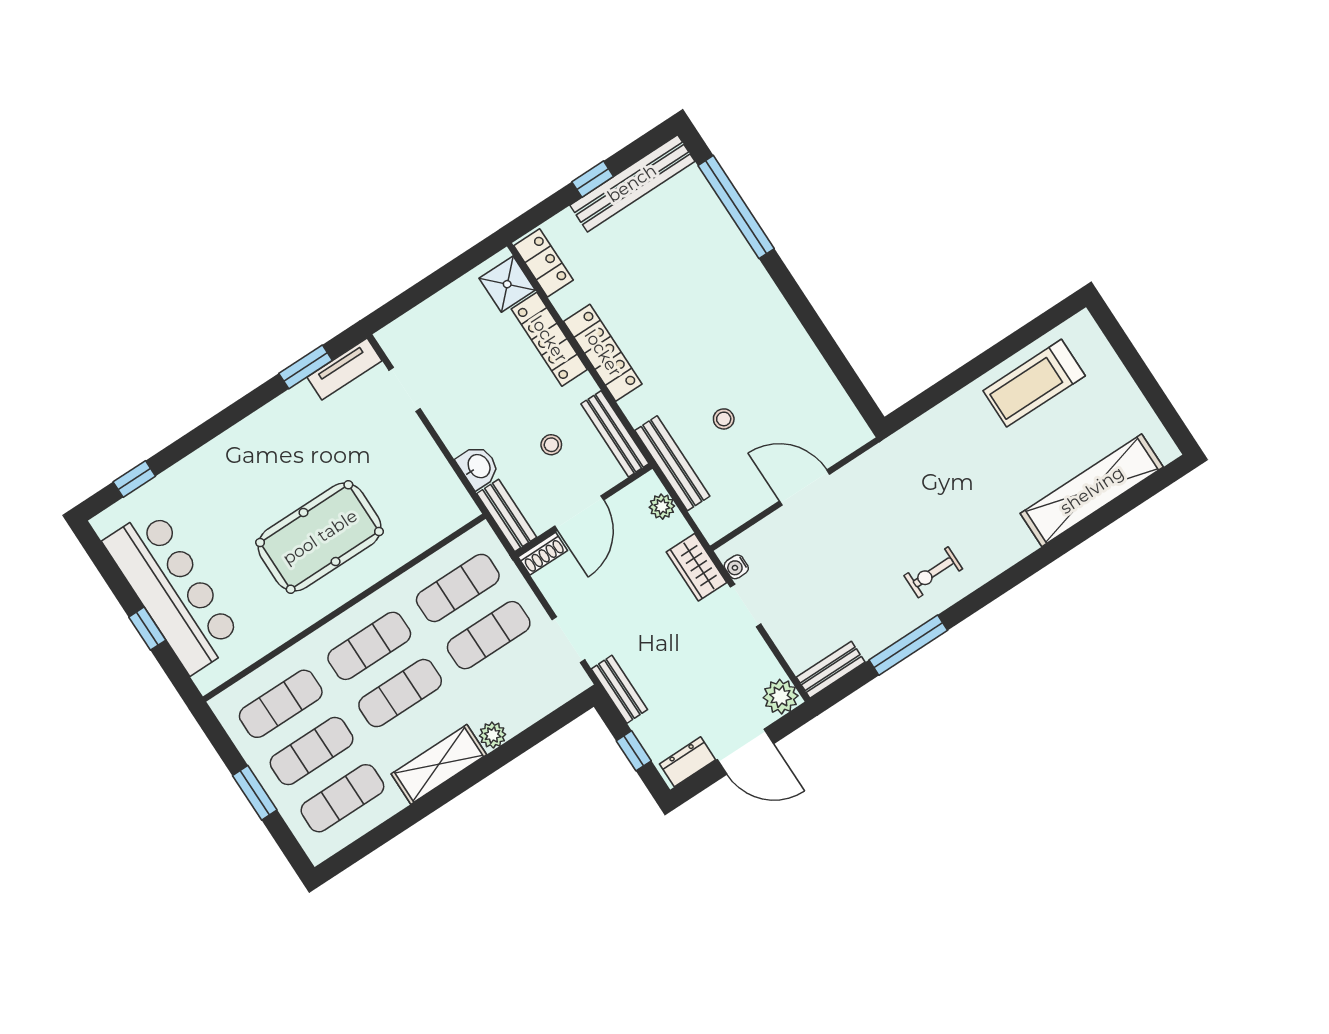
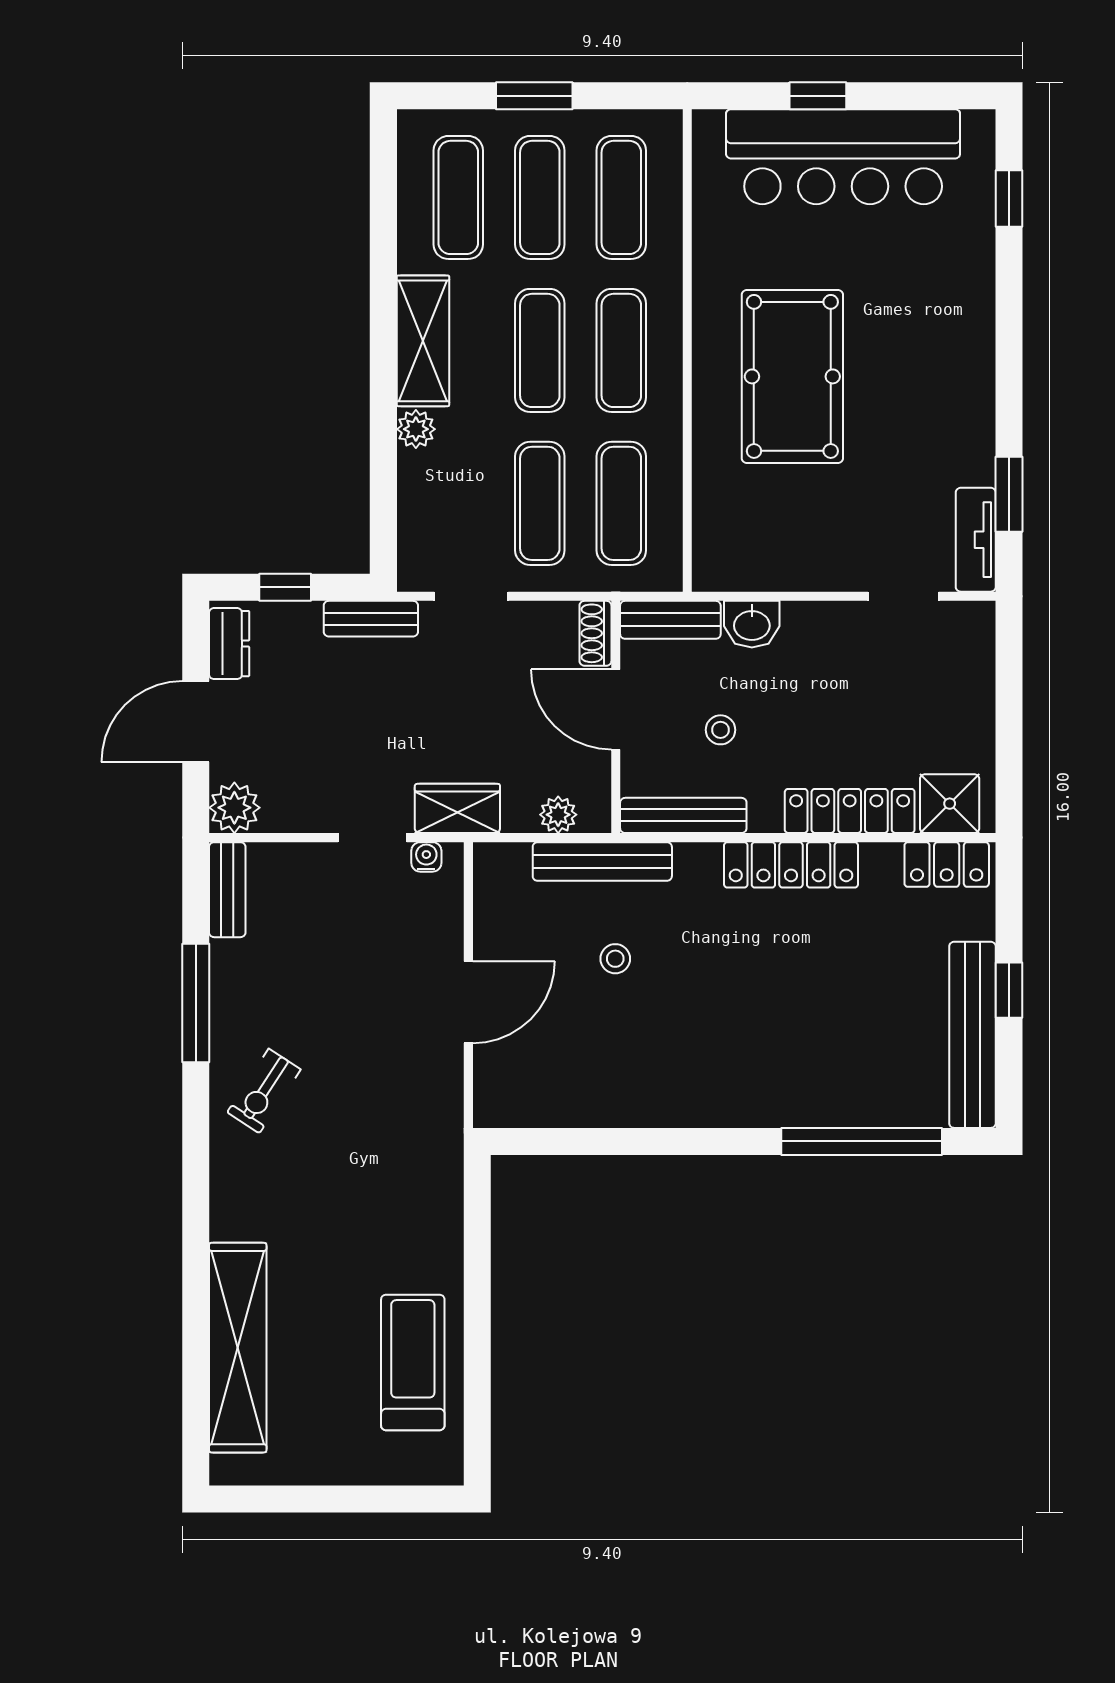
exercise bike: (933, 572) -> (264, 1091), turned -147

